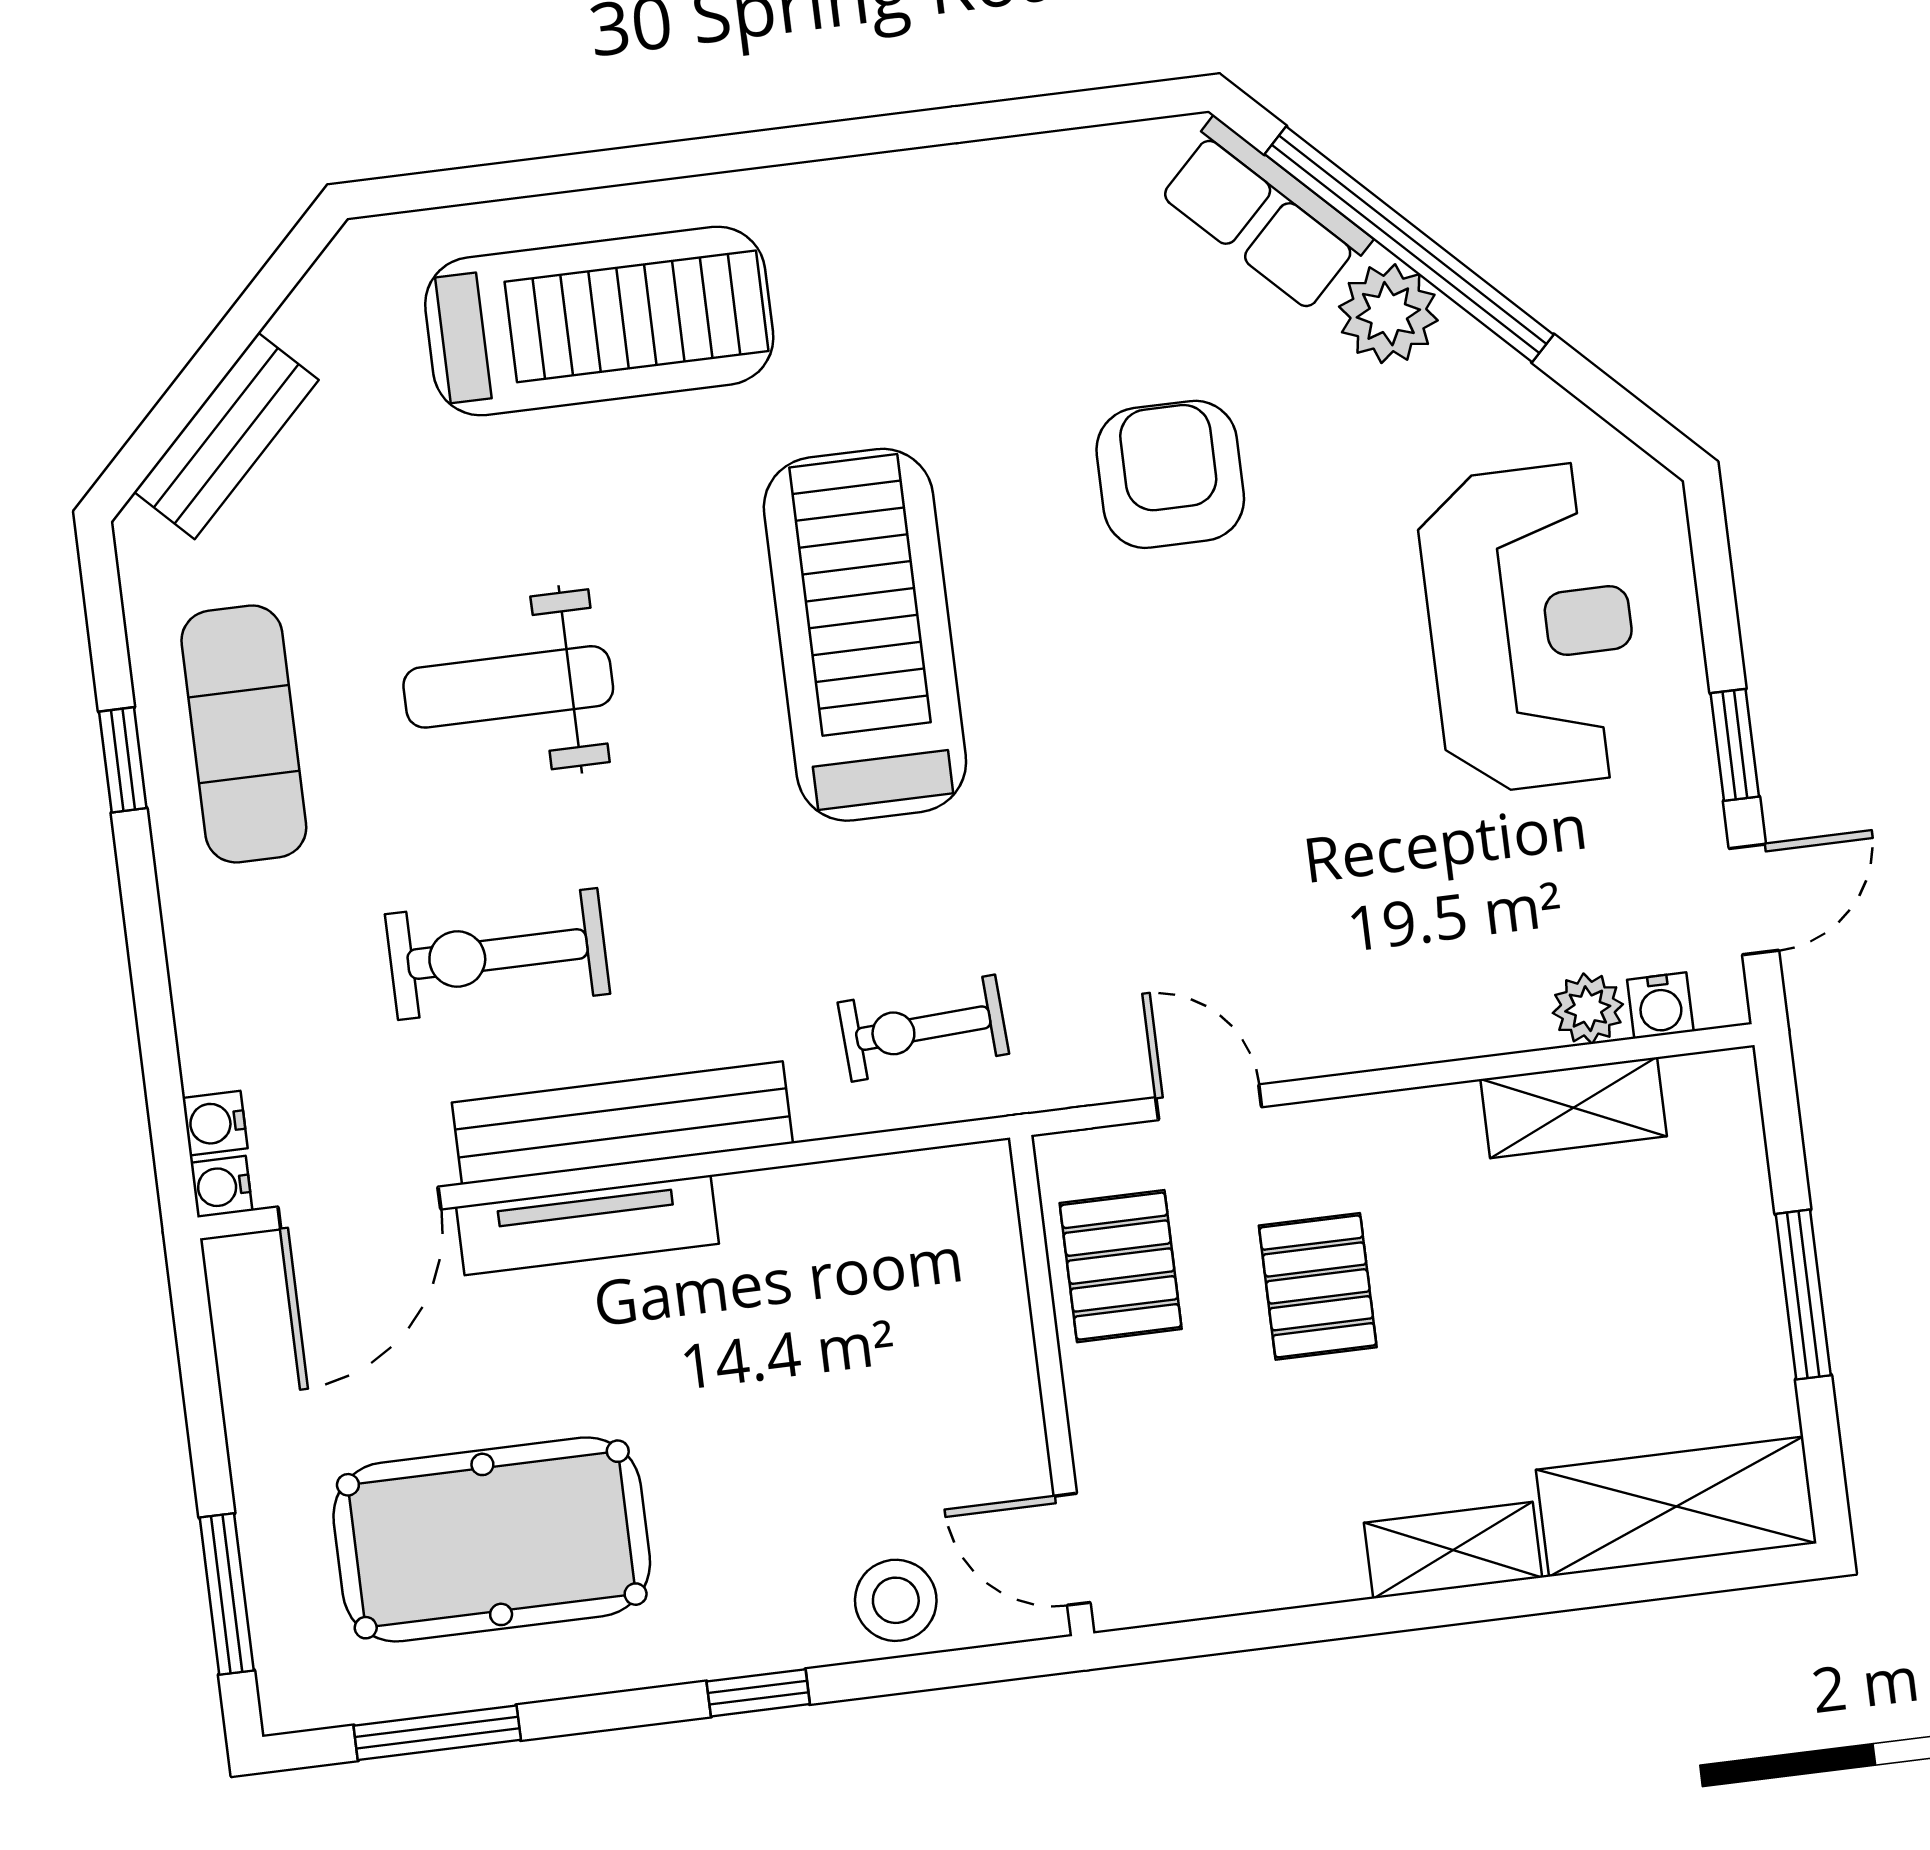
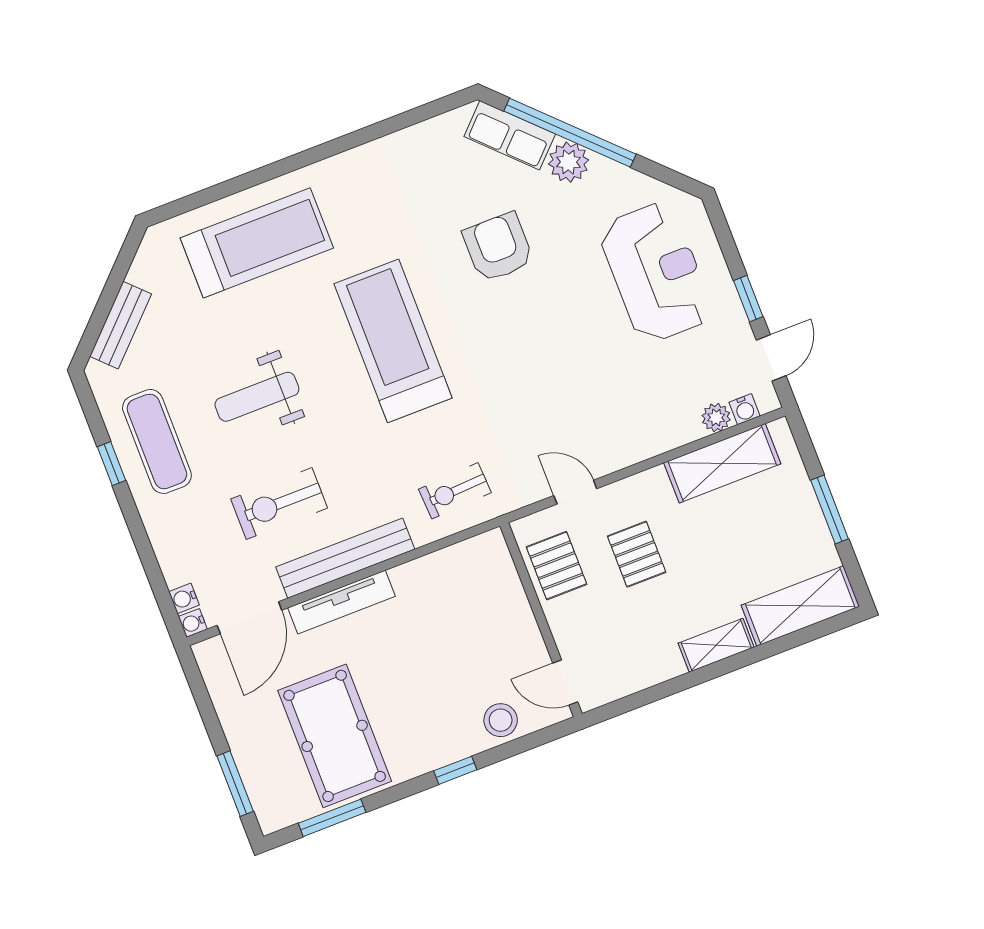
shelving: (1574, 1108) -> (722, 463), width x1.50, depth x1.33
pool table: (492, 1539) -> (335, 736), turned 90

